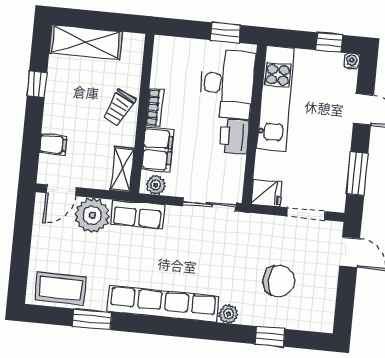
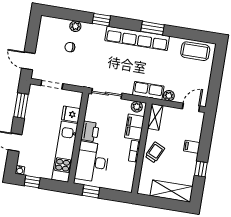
filing cabinet: (53, 144) -> (192, 147), moved
fridge: (267, 193) -> (71, 114), moved
plant: (92, 215) -> (169, 96), width x0.53, depth x0.53
chair: (279, 281) -> (70, 47), width x0.54, depth x0.54
plant: (229, 314) -> (75, 26), moved
window: (92, 319) -> (153, 28), moved
window: (270, 336) -> (101, 20), moved

